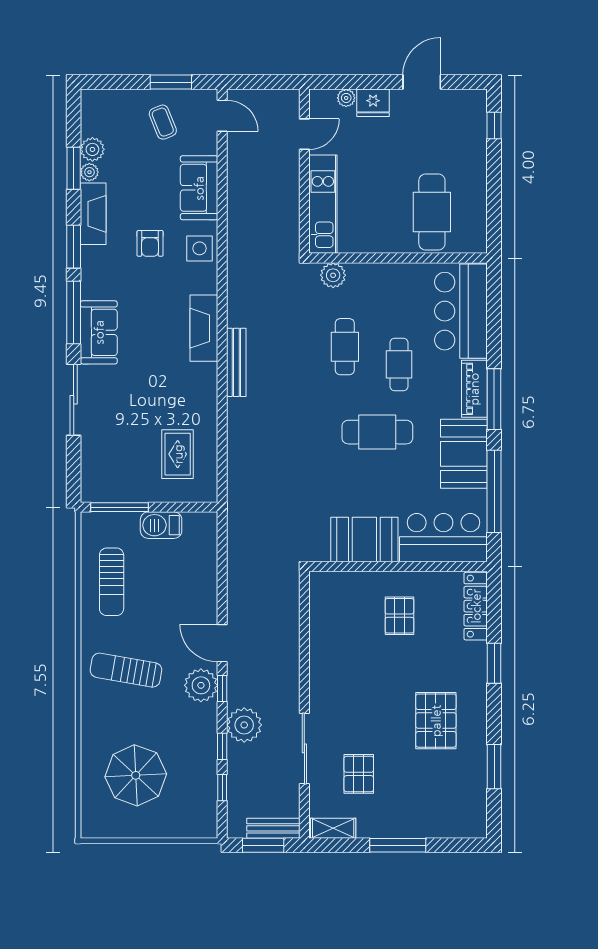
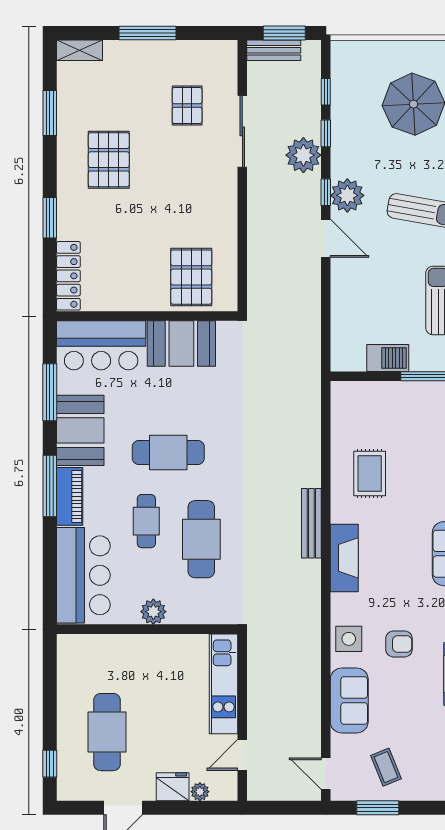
cafe table: (432, 212) -> (107, 732), moved
armchair: (150, 243) -> (399, 644), turned 90
plant: (333, 275) -> (153, 612), moved
cafe table: (345, 347) -> (201, 539), width x1.37, depth x1.35
rug: (178, 454) -> (370, 473), moved
window: (494, 491) -> (50, 392), width x0.68
pallet: (399, 616) -> (191, 277), moved, width x1.50, depth x1.42
shelving: (333, 828) -> (80, 50), moved

